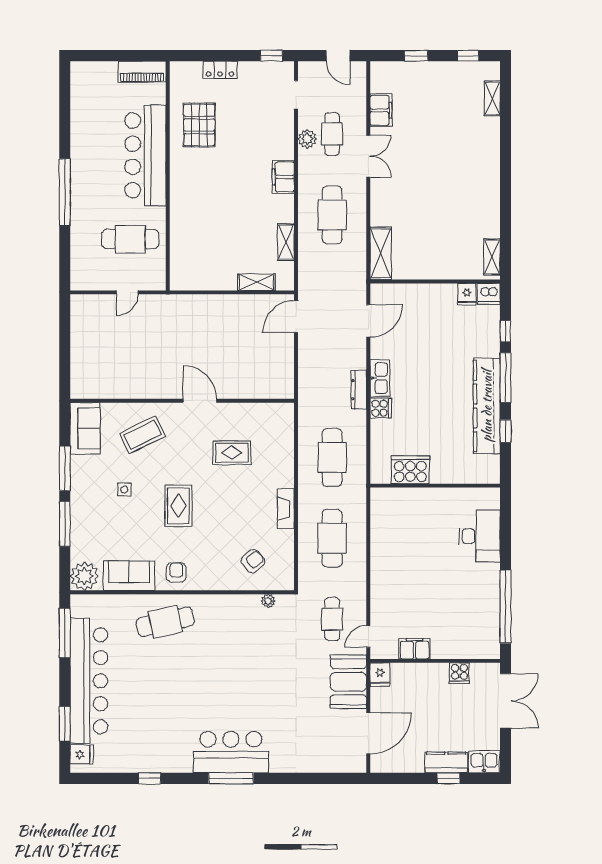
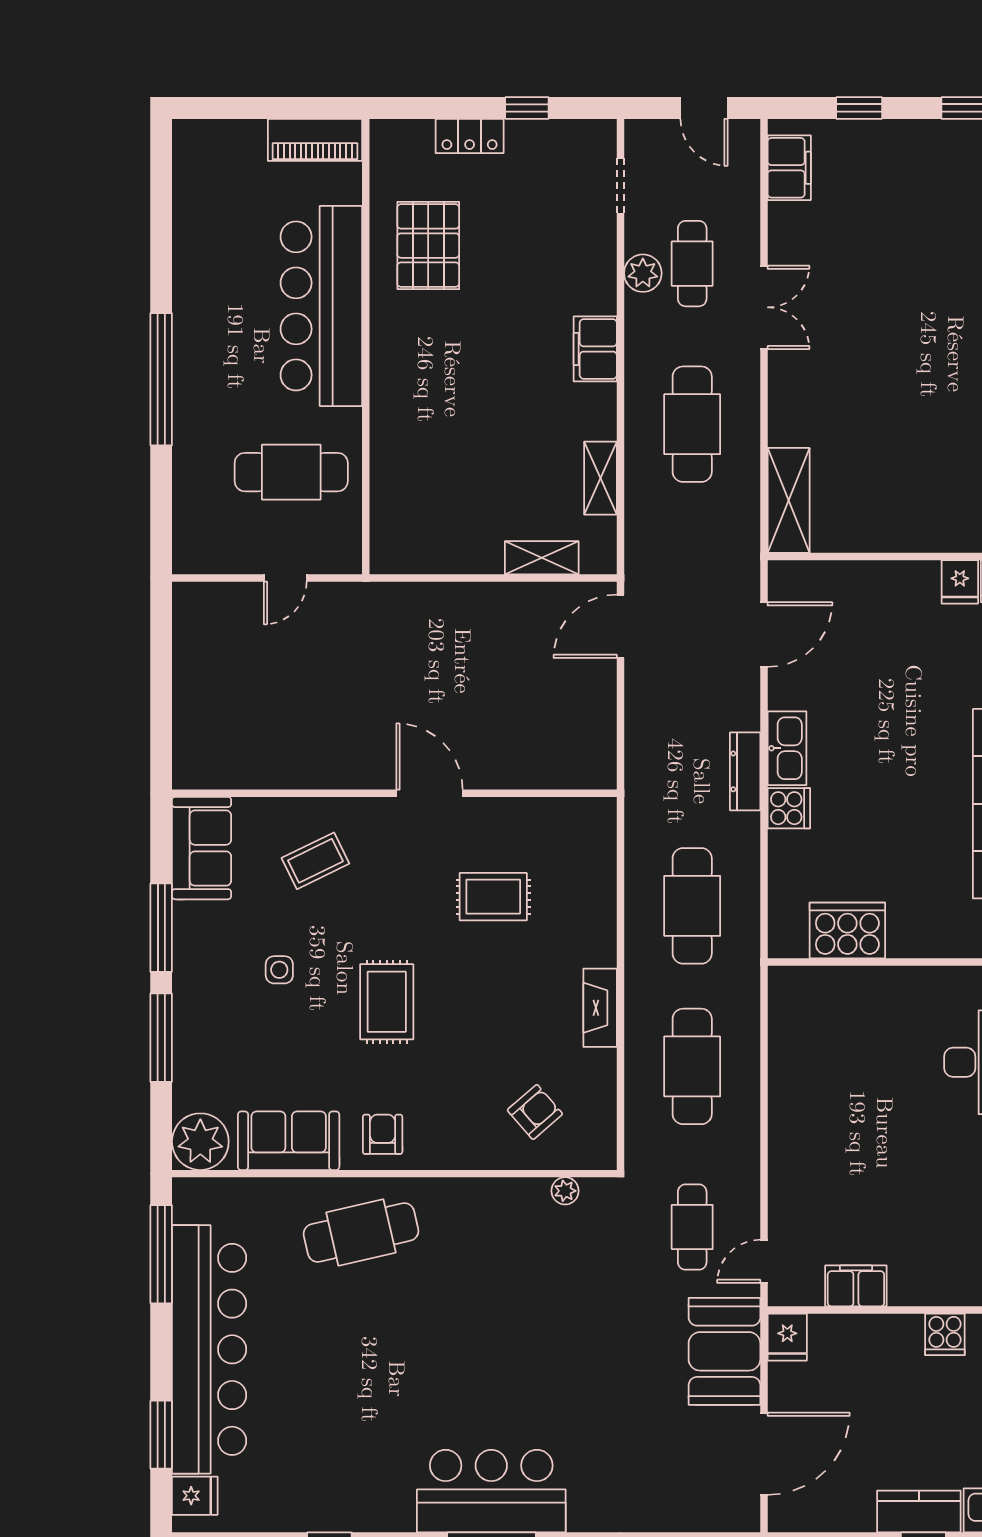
window: (271, 56) -> (527, 108), moved
filing cabinet: (381, 110) -> (789, 168), moved
coffee table: (142, 435) -> (315, 861), width x0.73, depth x0.77

